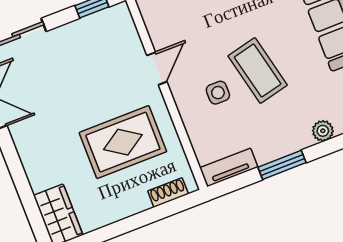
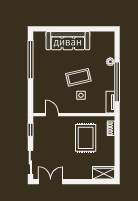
door: (157, 69) -> (52, 115), moved
window: (282, 165) -> (117, 82), width x2.11

